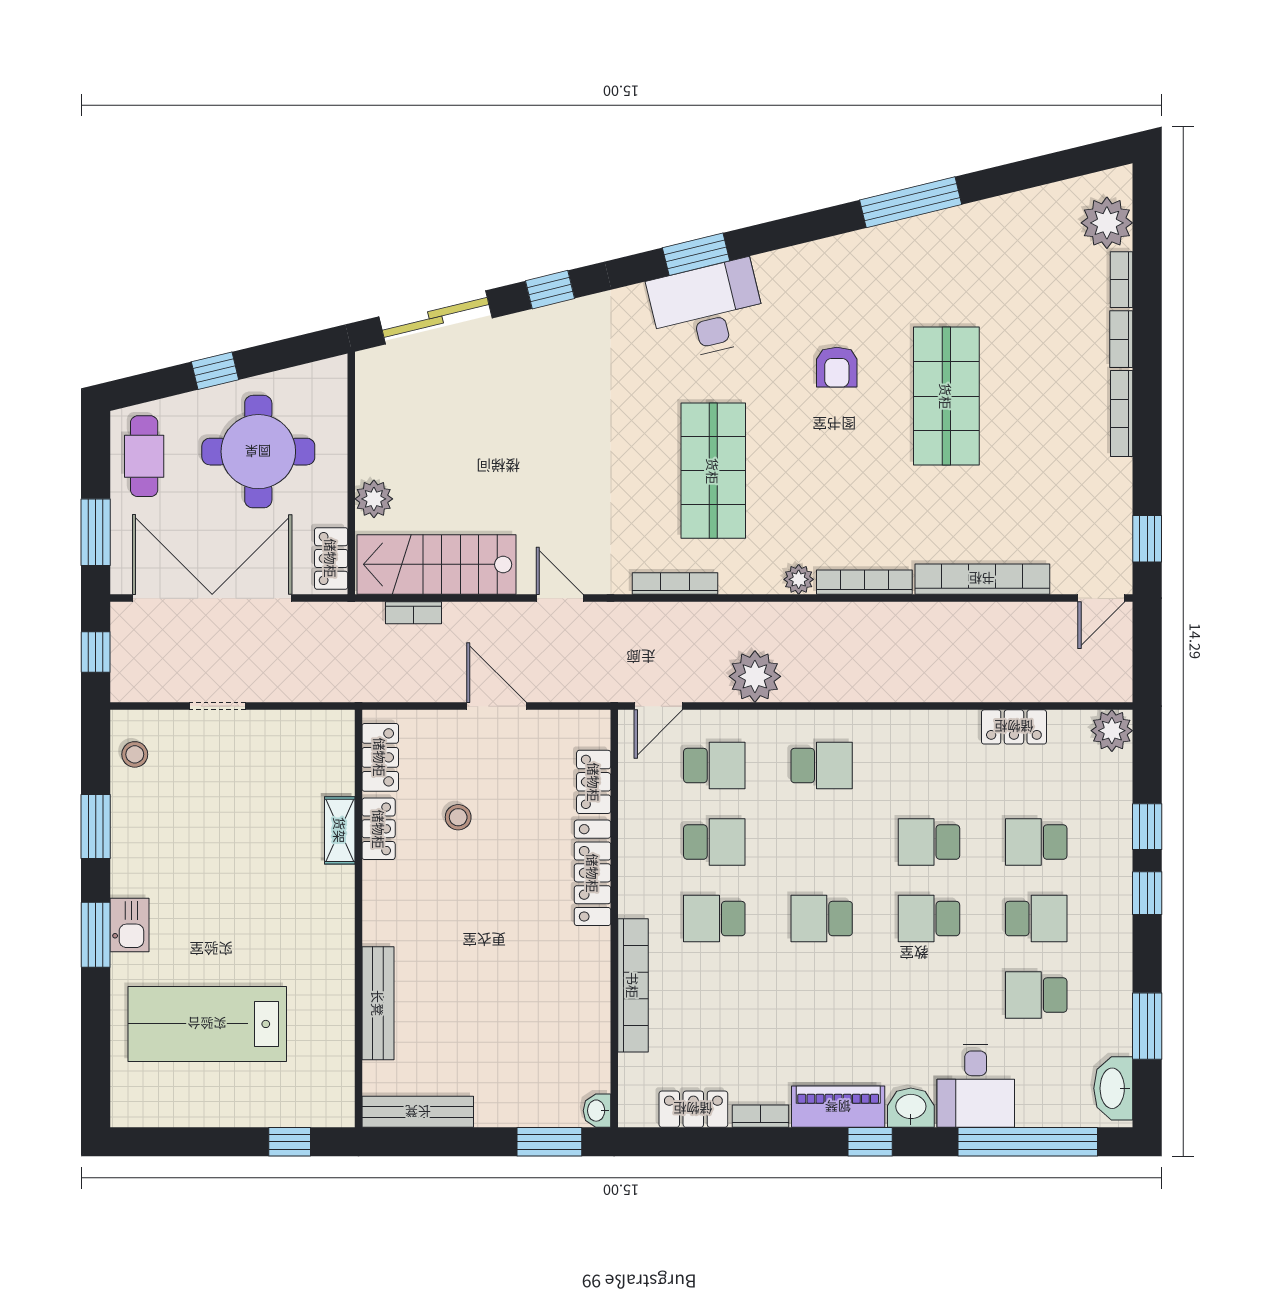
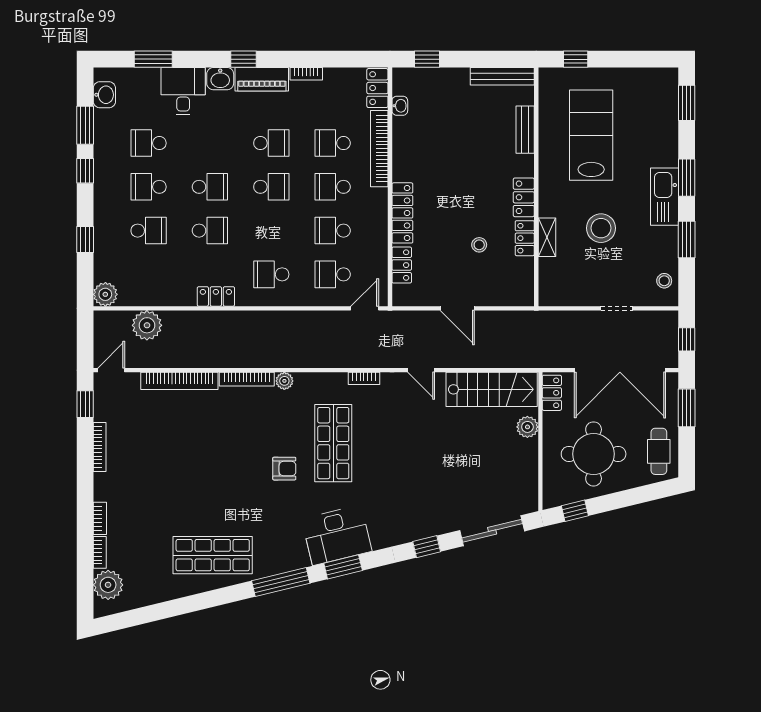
window: (911, 202) -> (281, 582), moved
armchair: (837, 367) -> (284, 469), moved, turned 90
window: (215, 371) -> (575, 511), moved
shop shelf: (946, 396) -> (213, 555), moved, turned 90
bookcase: (1122, 414) -> (100, 447), moved
bookcase: (675, 584) -> (364, 378), width x0.64
bookcase: (414, 613) -> (505, 362), removed
plant: (755, 676) -> (147, 325), moved
locker: (1014, 727) -> (216, 296), moved
locker: (380, 757) -> (524, 197), moved
stool: (245, 846) -> (601, 228), added
window: (1147, 893) -> (85, 171), moved
school desk: (714, 919) -> (333, 187), turned 180
kitchen sink: (130, 925) -> (665, 197), width x1.87, depth x1.24
school desk: (714, 995) -> (333, 143), added
school desk: (822, 995) -> (271, 143), added
school desk: (1036, 995) -> (149, 143), turned 180
bench: (378, 1003) -> (525, 130), width x0.73
lab bench: (207, 1024) -> (591, 135), moved, turned -90
window: (96, 1065) -> (687, 103), added
washbasin: (1113, 1088) -> (104, 95), width x0.72
locker: (693, 1109) -> (377, 88), moved, turned 90
washbasin: (597, 1111) -> (400, 106), moved
window: (549, 1142) -> (427, 59), width x0.67
window: (1028, 1142) -> (153, 59), width x0.47

